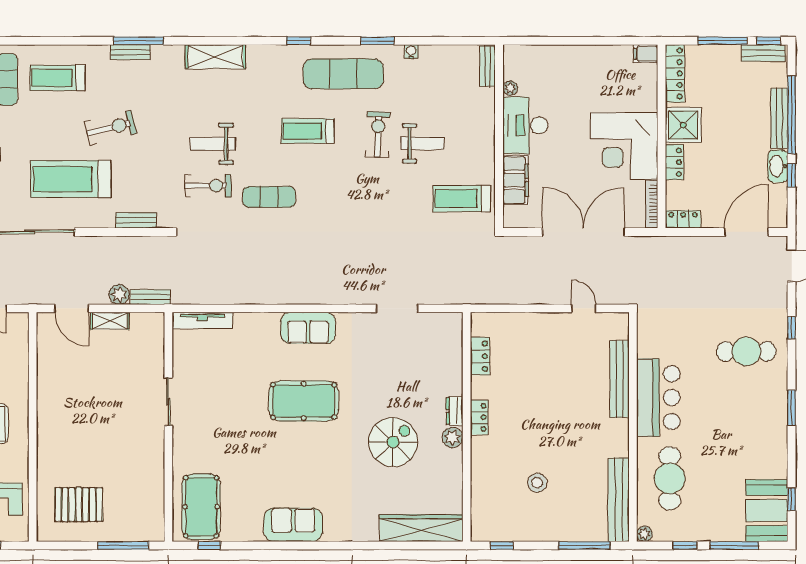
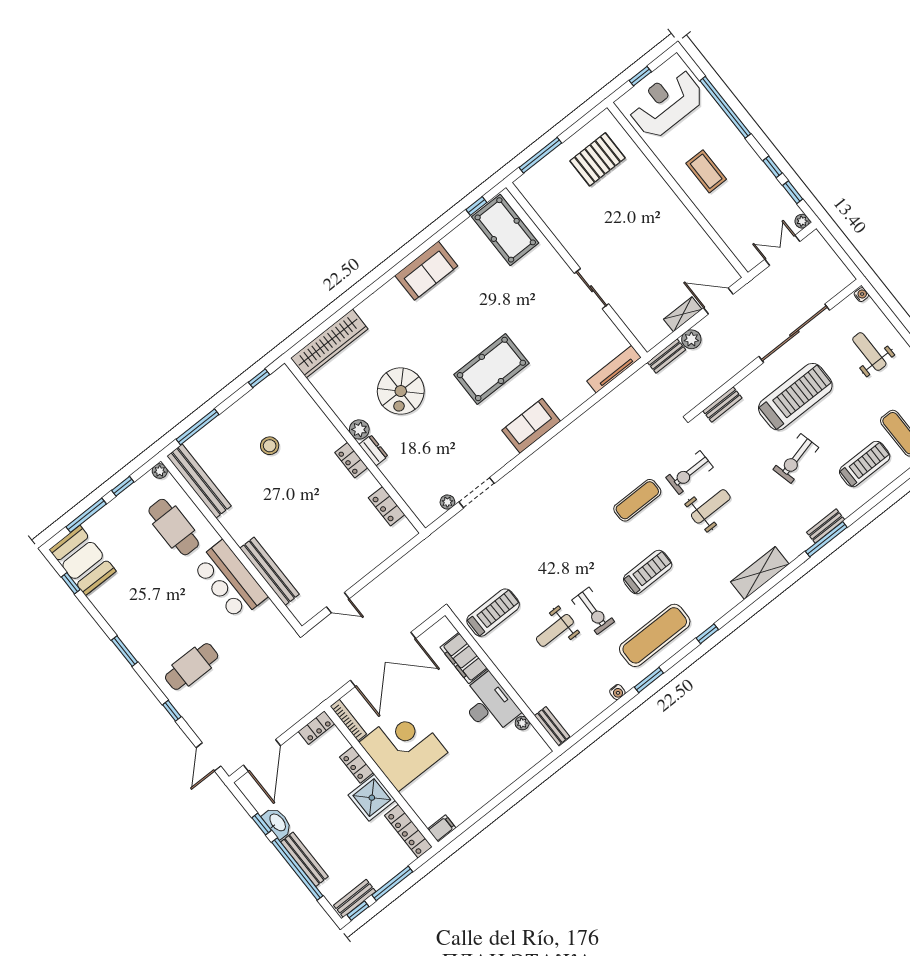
plant: (427, 320) -> (447, 502), added

